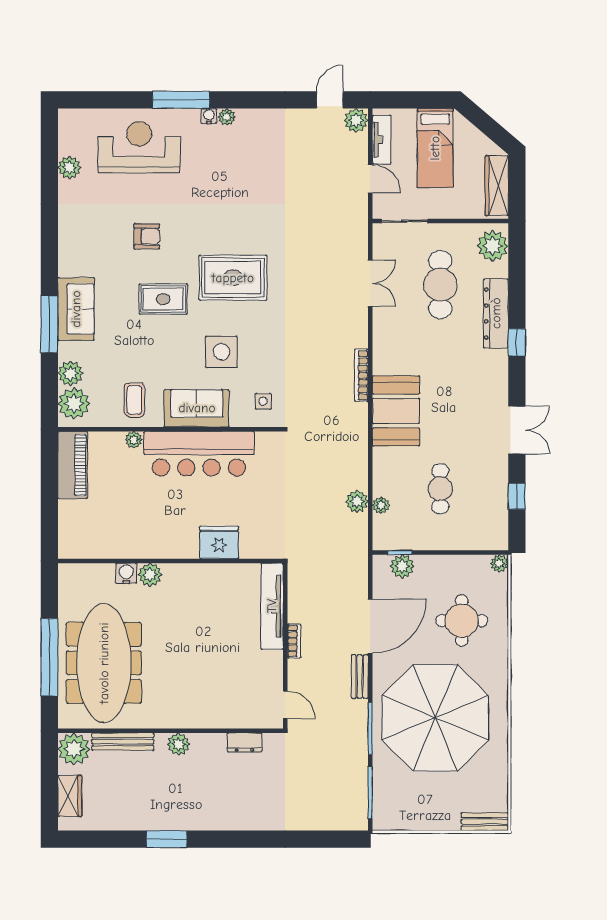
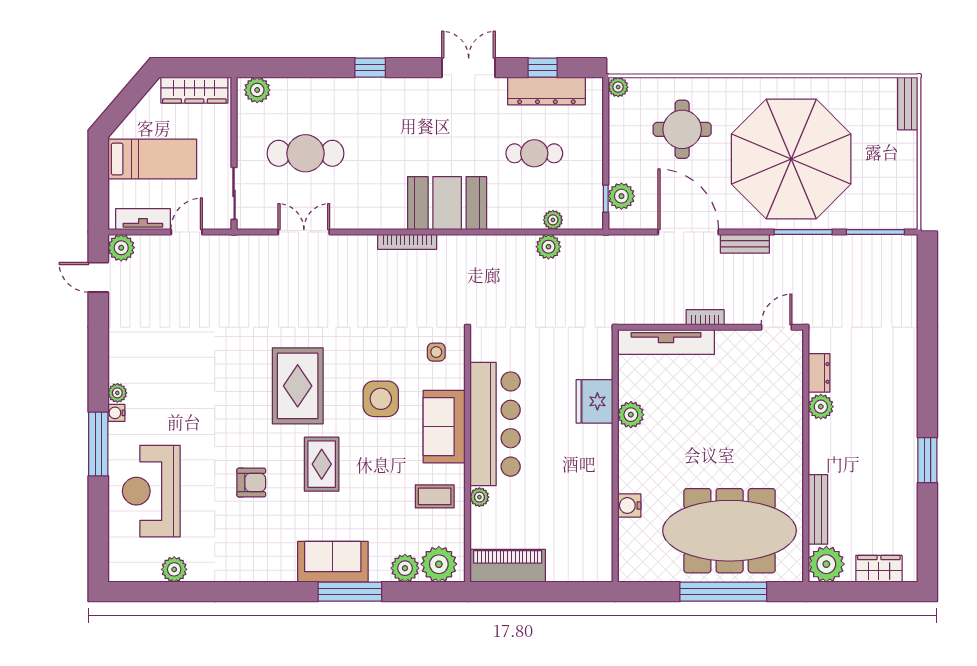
armchair: (147, 236) -> (251, 483), turned 90
plant: (493, 246) -> (257, 90), width x0.73, depth x0.73
dresser: (496, 313) -> (546, 91), moved
plant: (150, 575) -> (631, 415), moved
plant: (178, 744) -> (821, 407), moved

